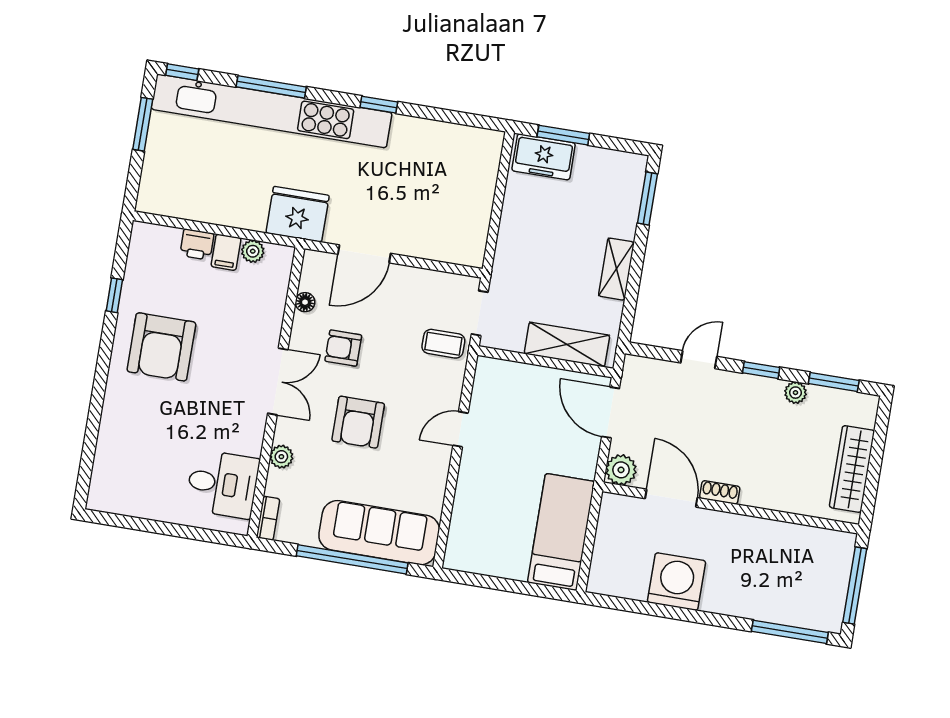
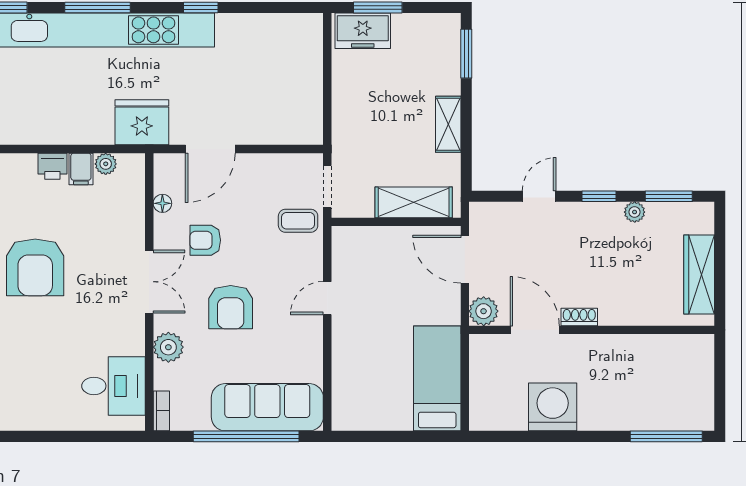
plant: (281, 457) -> (168, 347), width x1.38, depth x1.38
window: (855, 586) -> (720, 383), removed

